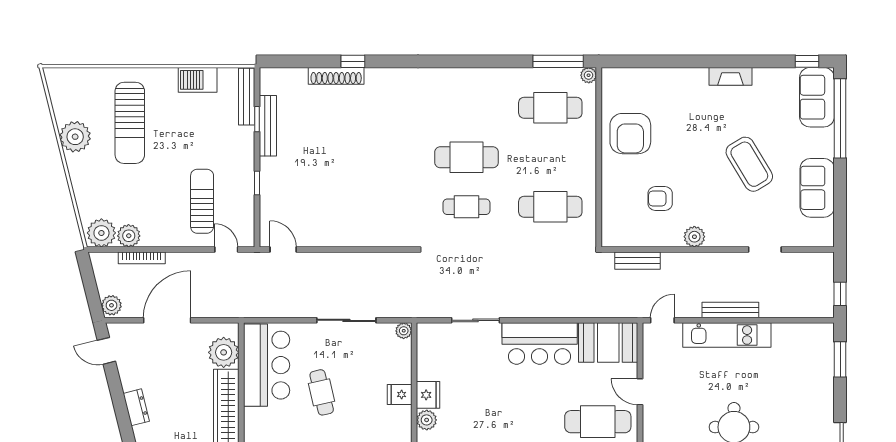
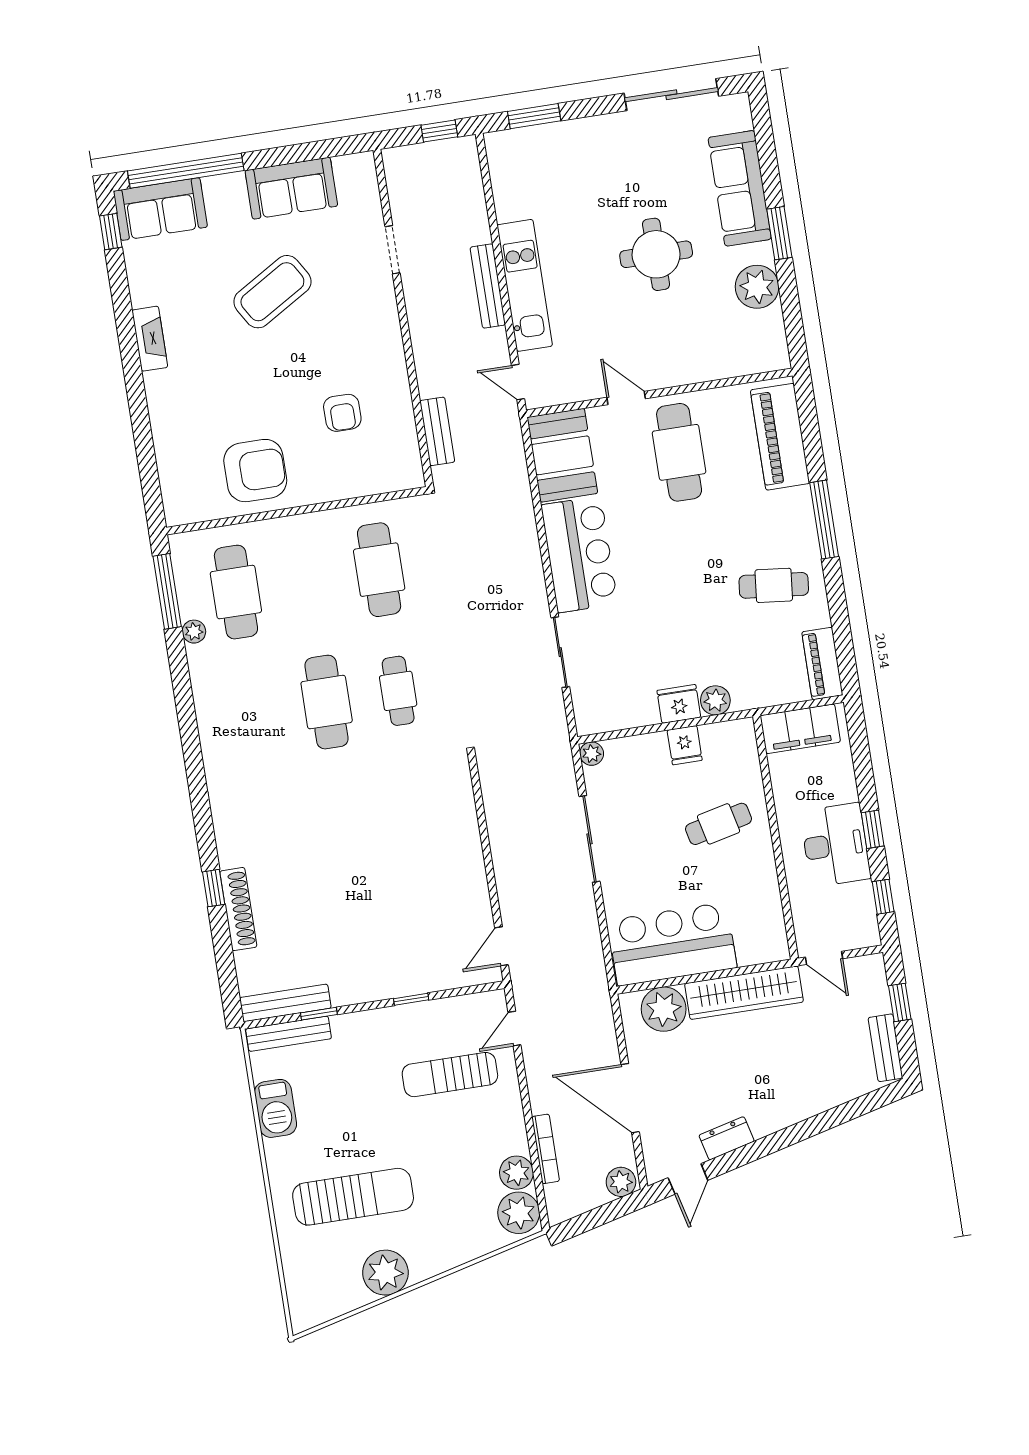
plant: (589, 75) -> (194, 632), moved
bench: (268, 126) -> (285, 1003), moved
plant: (694, 237) -> (390, 355), removed
cafe table: (322, 392) -> (719, 824), moved
door: (640, 392) -> (626, 398), swing flipped
dresser: (136, 407) -> (727, 1138), moved

